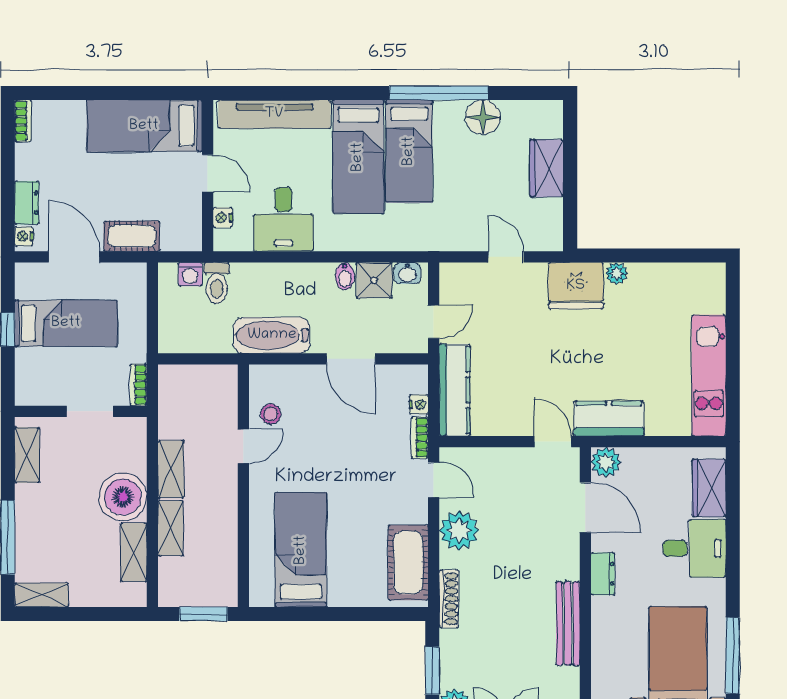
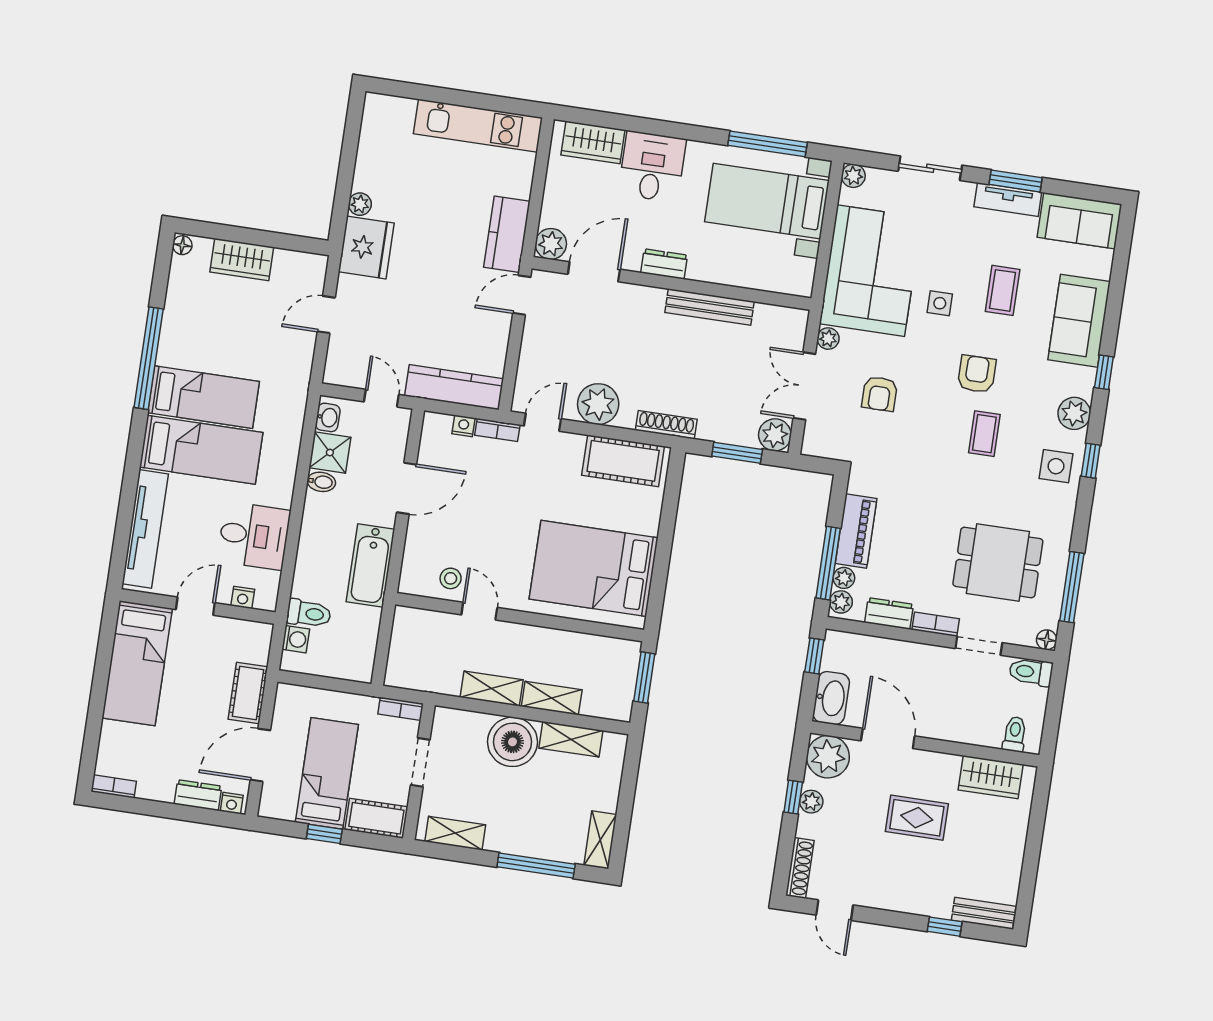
floor lamp: (483, 117) -> (182, 245), moved, width x0.53, depth x0.53
cot: (30, 377) -> (376, 818), added
bed: (301, 550) -> (594, 568), width x1.50

